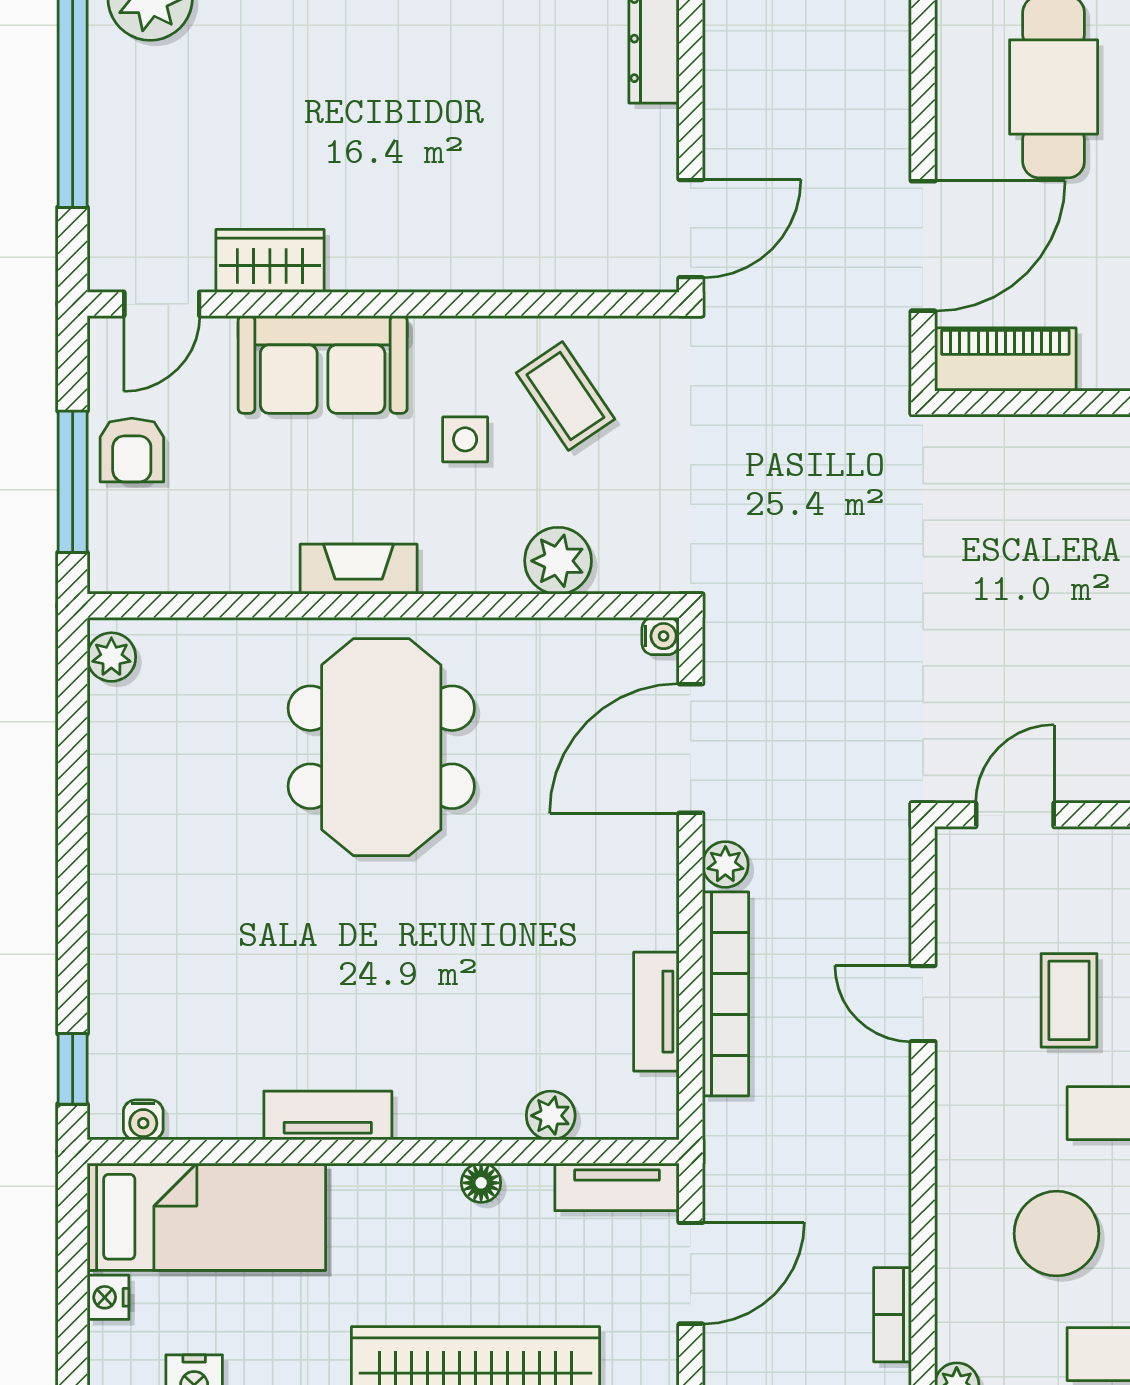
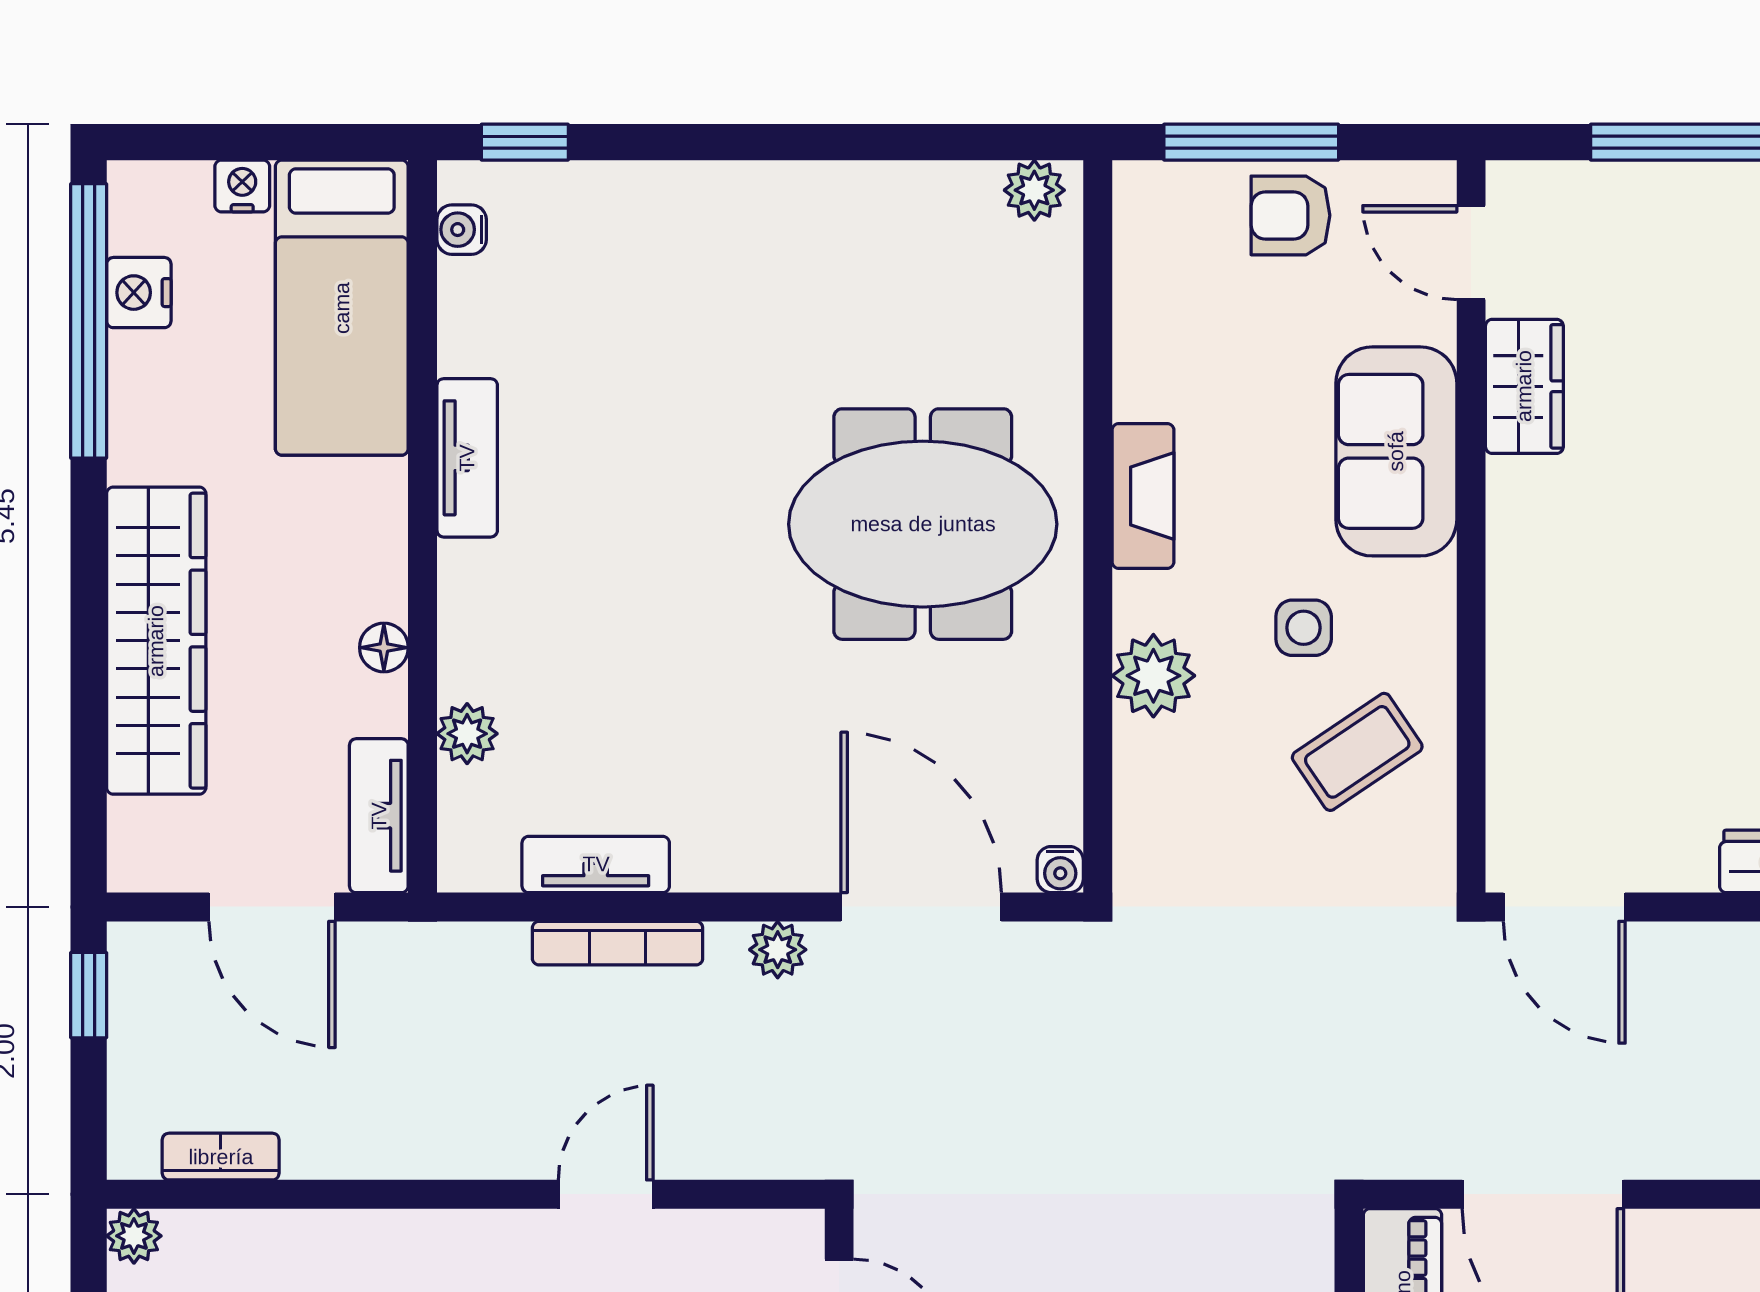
plant: (558, 561) -> (1153, 676), moved
bookcase: (726, 994) -> (618, 943), width x0.68, depth x0.76

